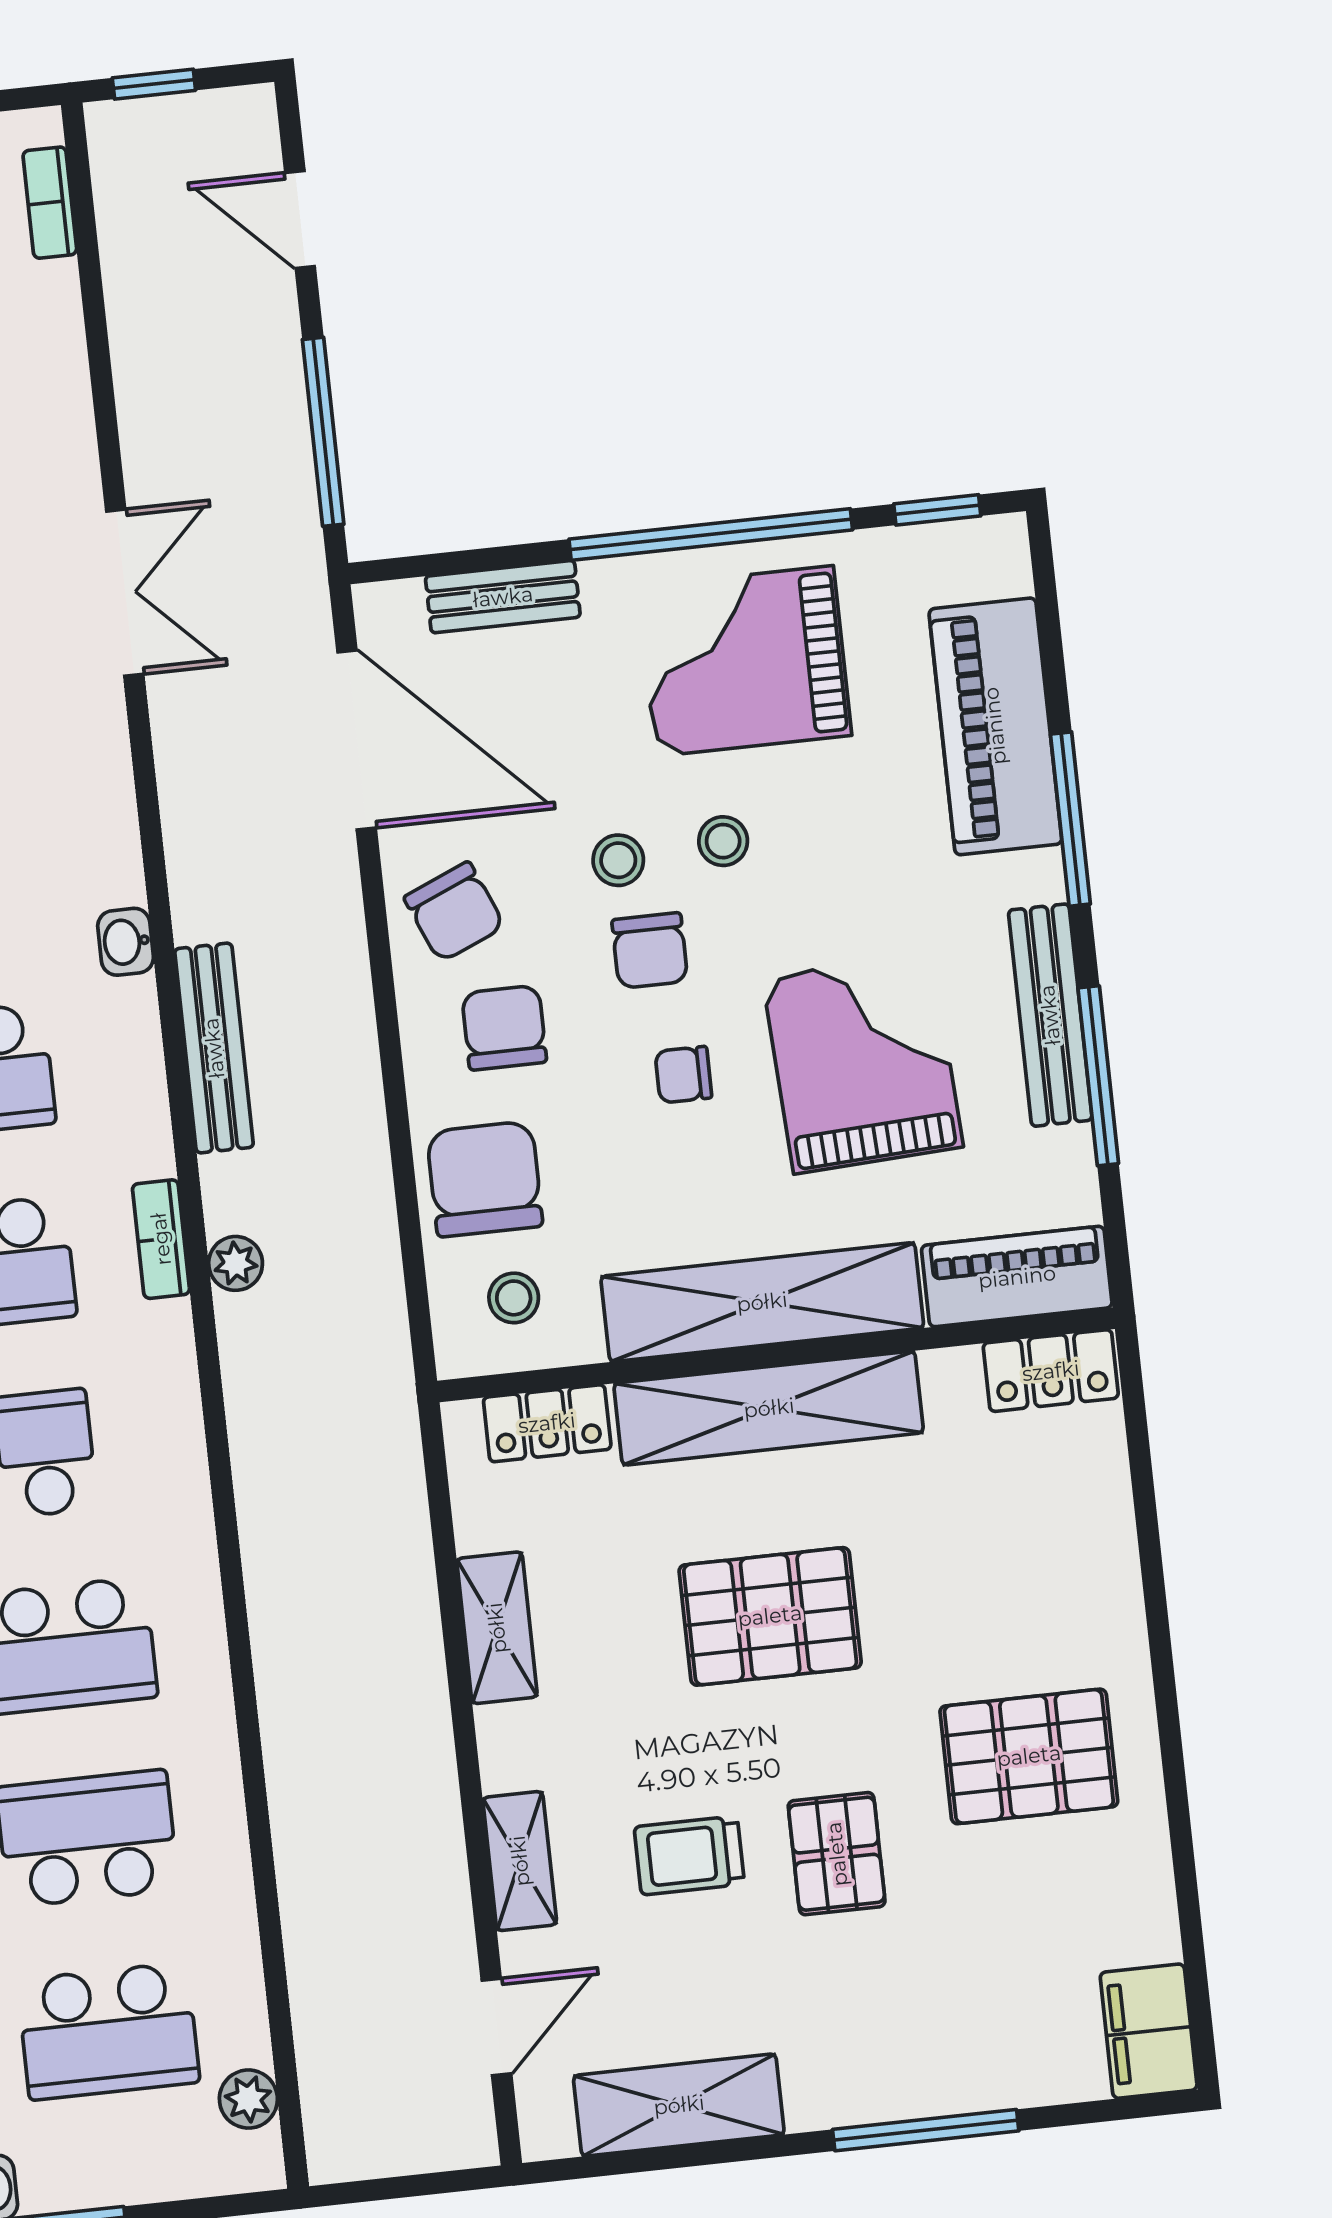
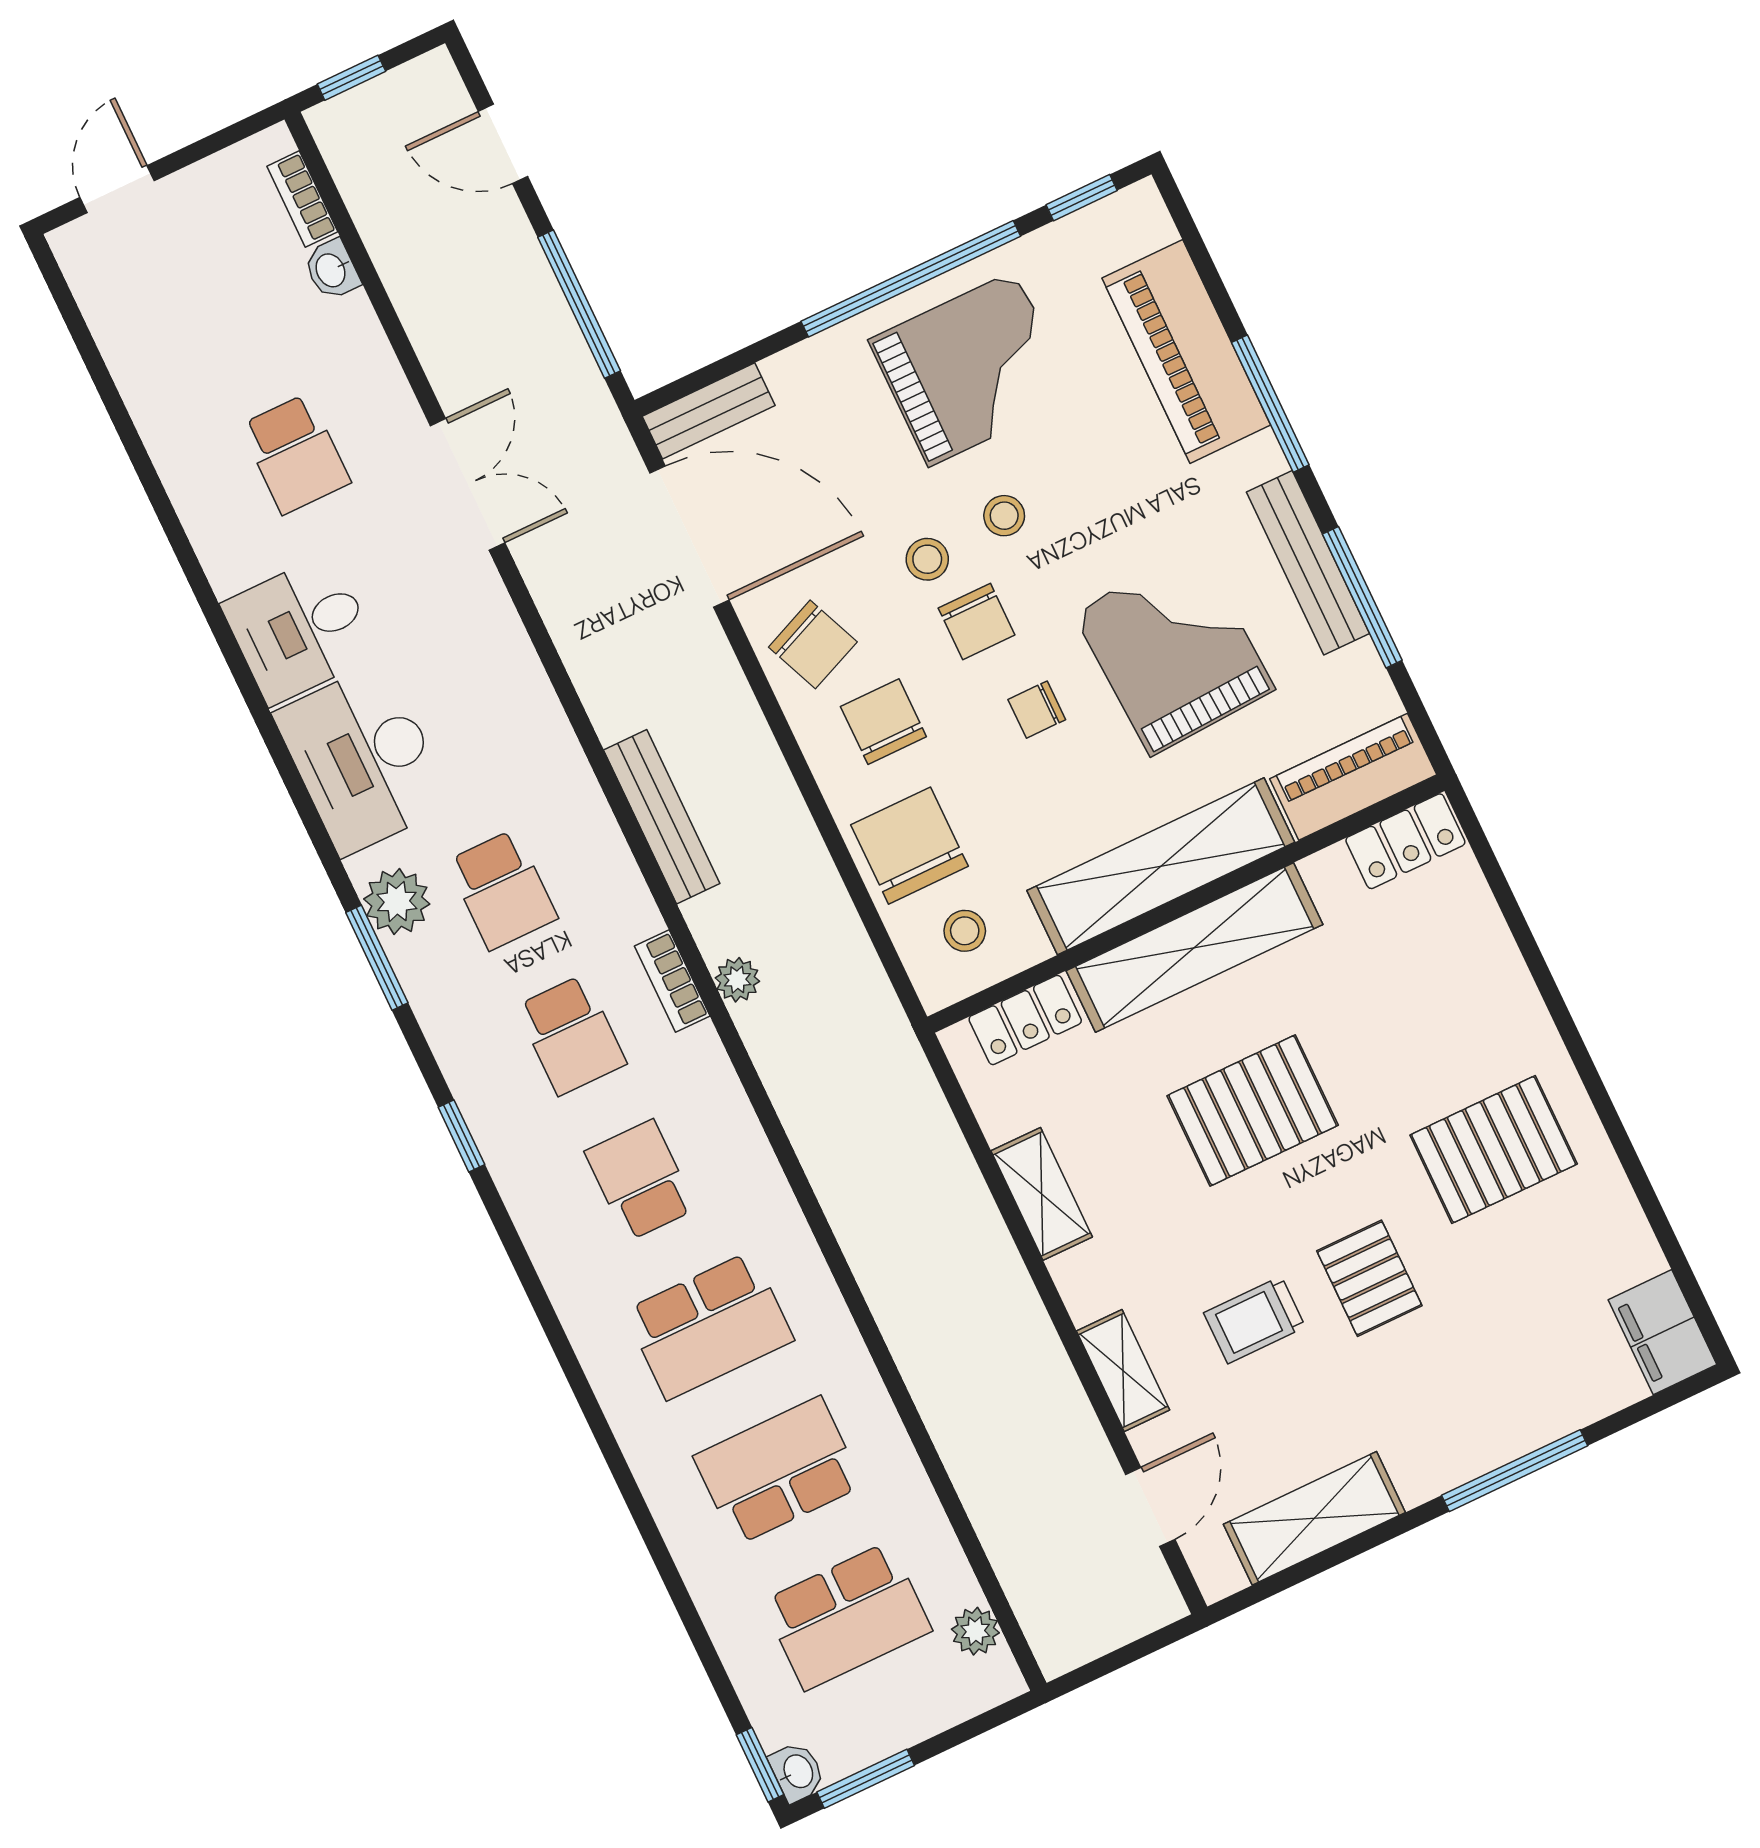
bench: (503, 597) -> (709, 411), moved
grand piano: (745, 661) -> (972, 369), turned 180
washbasin: (126, 942) -> (332, 270), moved

